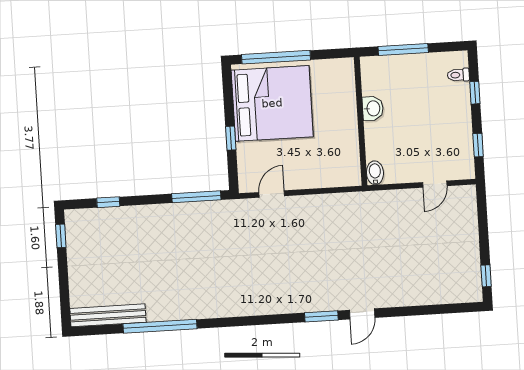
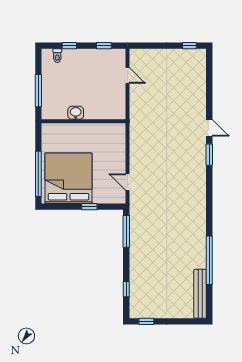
bidet: (375, 173) -> (118, 114), removed

